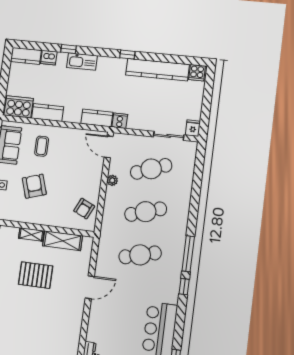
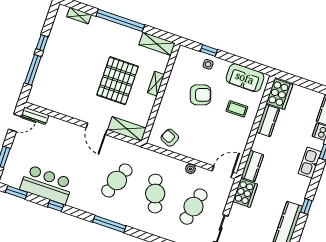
cooker: (120, 121) -> (245, 193), width x1.87, depth x1.31
cafe table: (151, 169) -> (194, 207), turned 33
shelving: (63, 241) -> (127, 129), moved, turned 90
cafe table: (140, 255) -> (117, 180), turned 36
pallet: (36, 275) -> (118, 81), width x1.37, depth x1.41
window: (184, 287) -> (56, 206), moved

